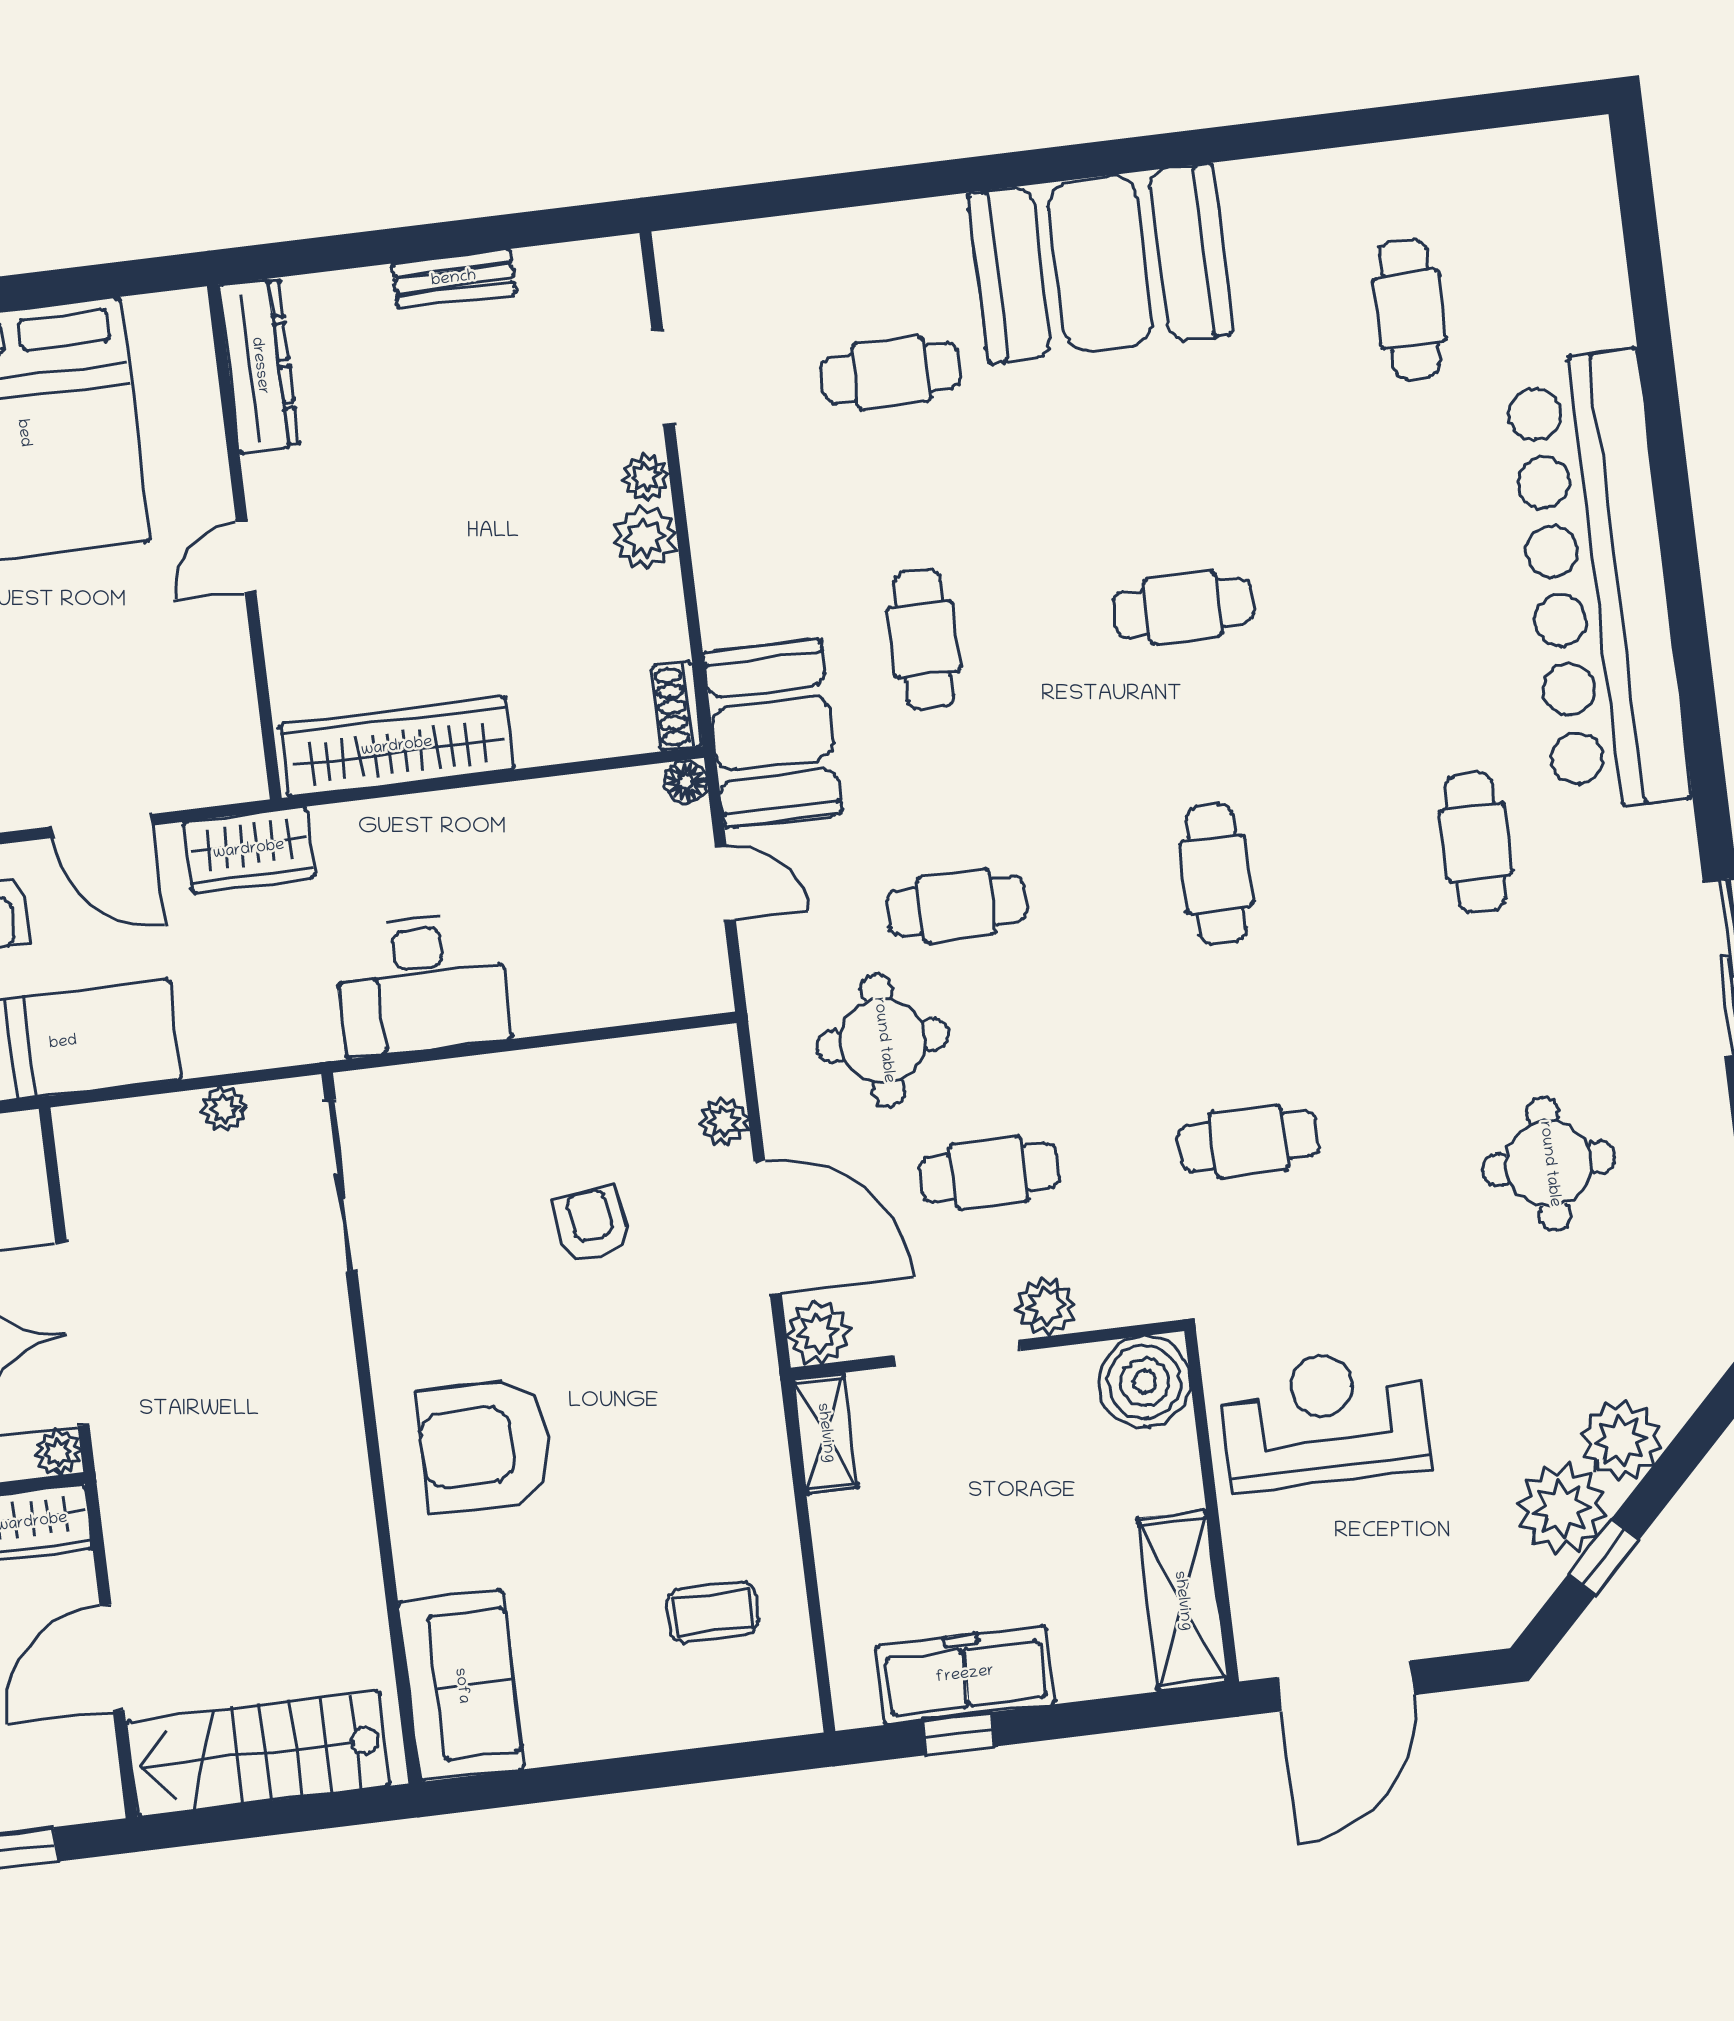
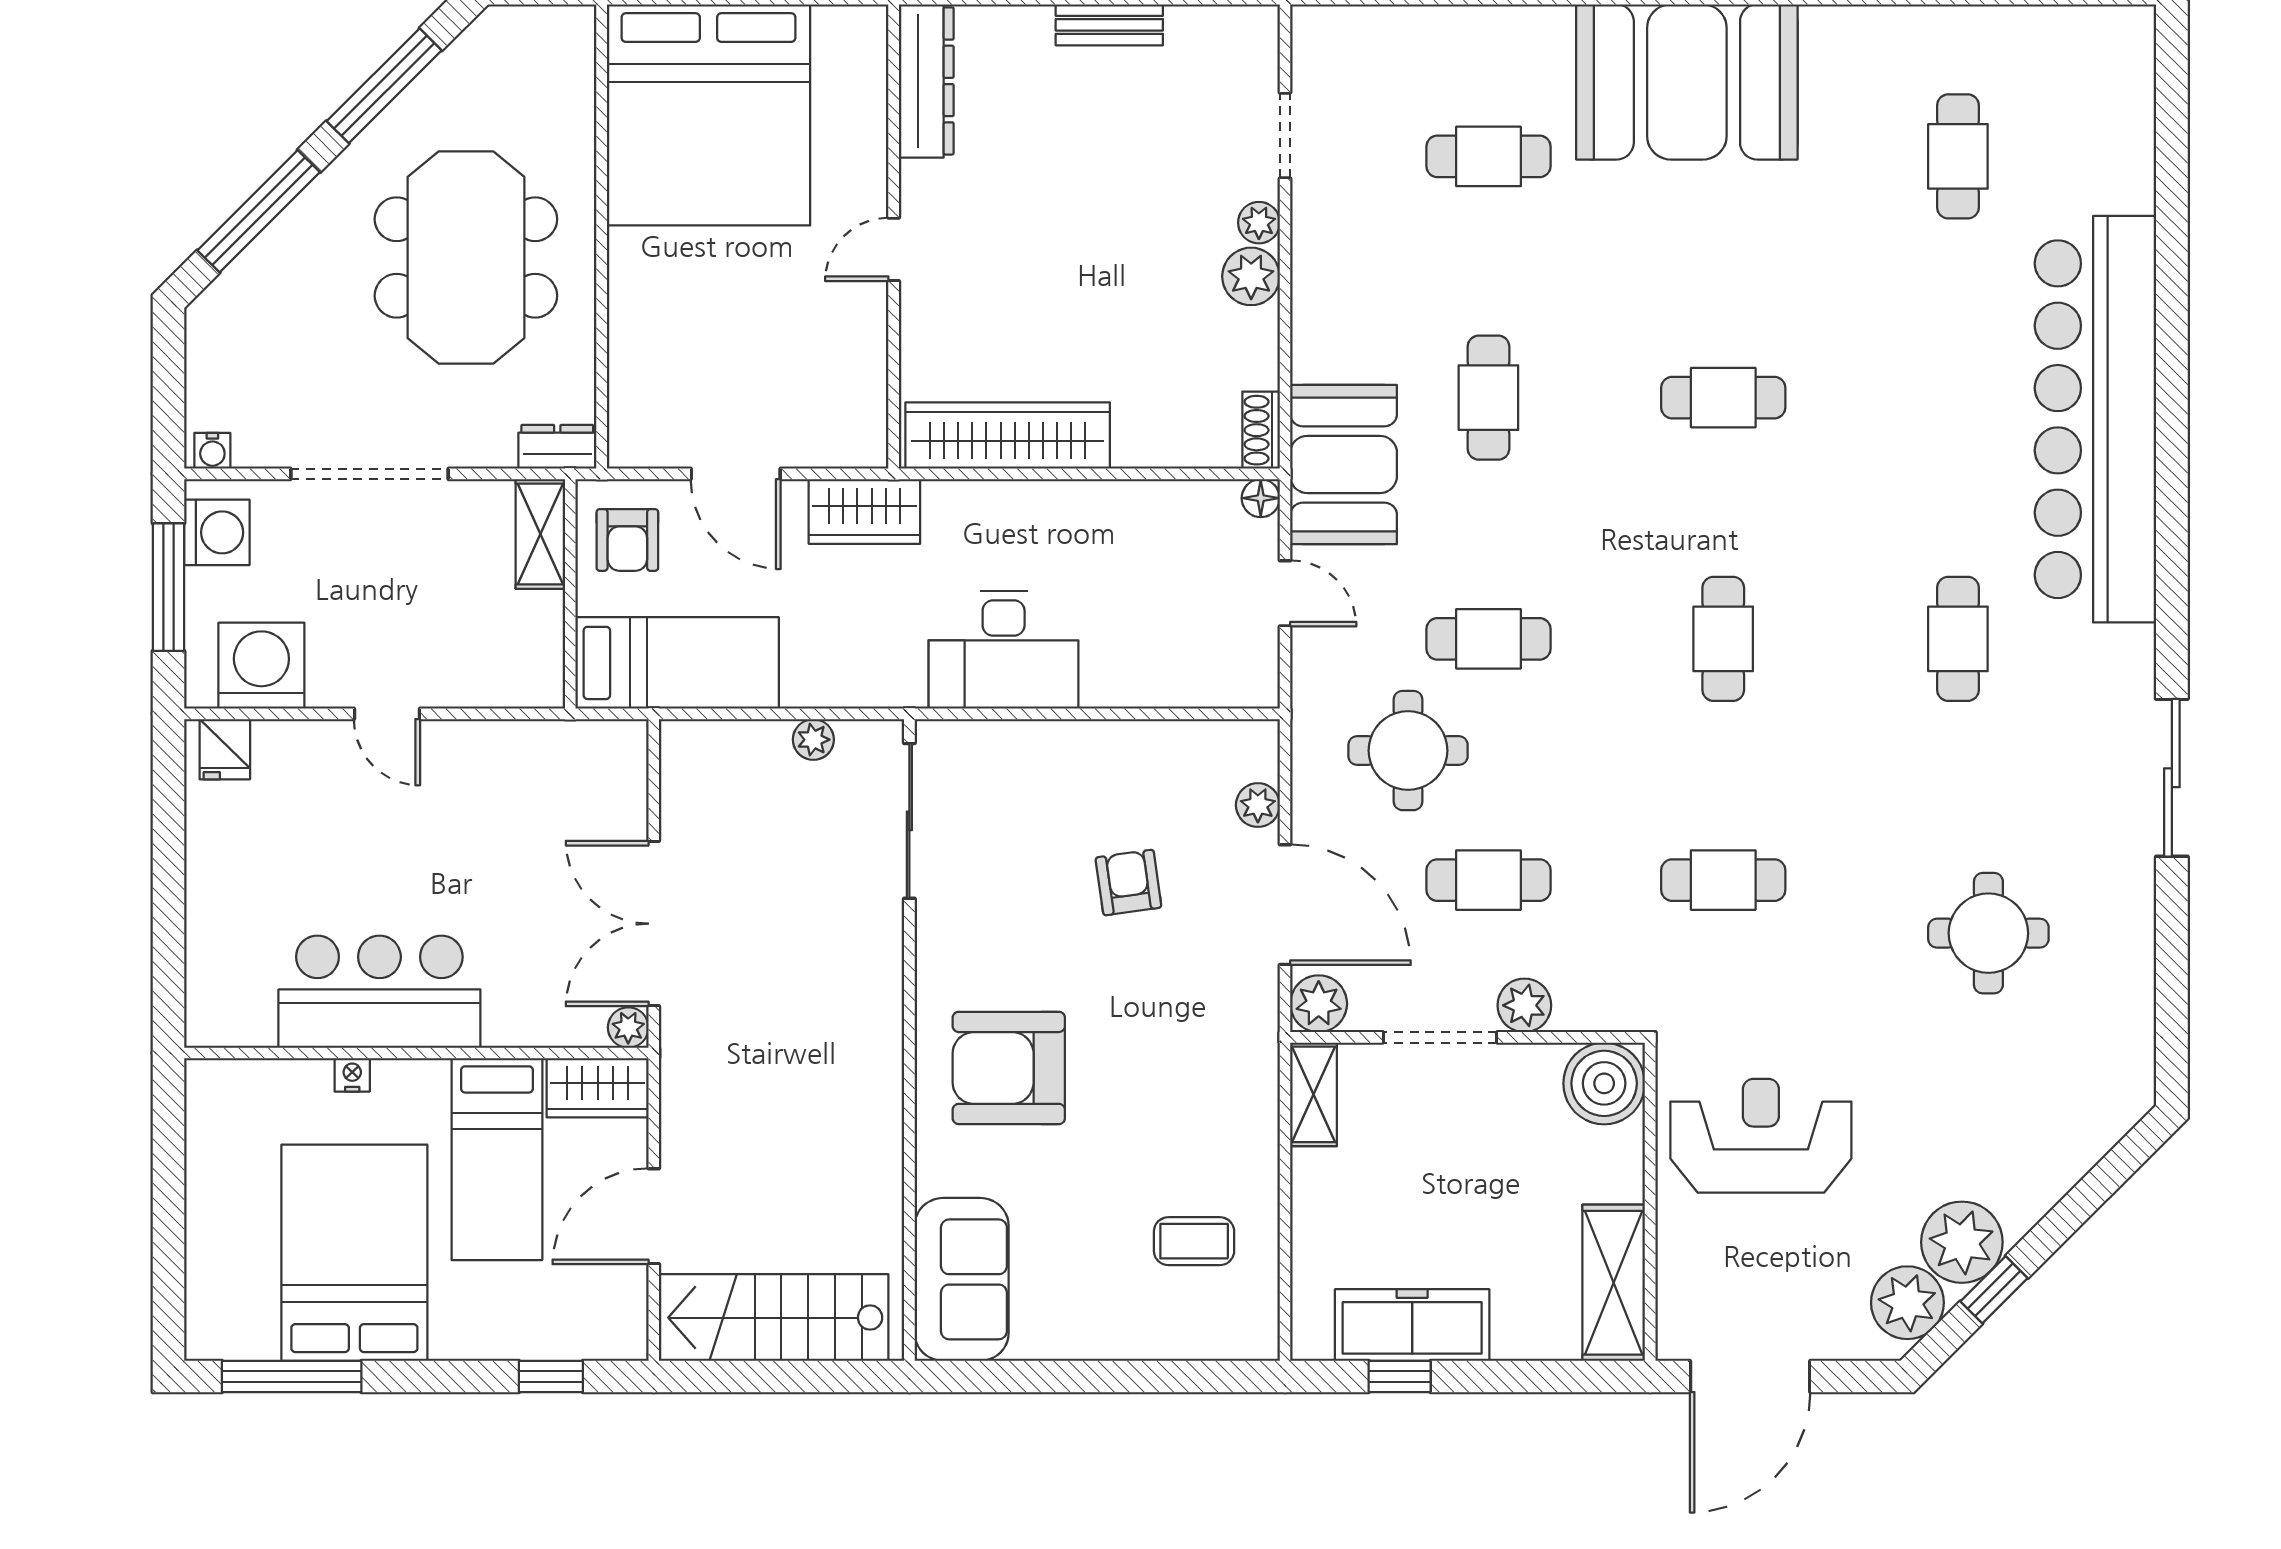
plant: (1621, 1440) -> (1907, 1303), moved

